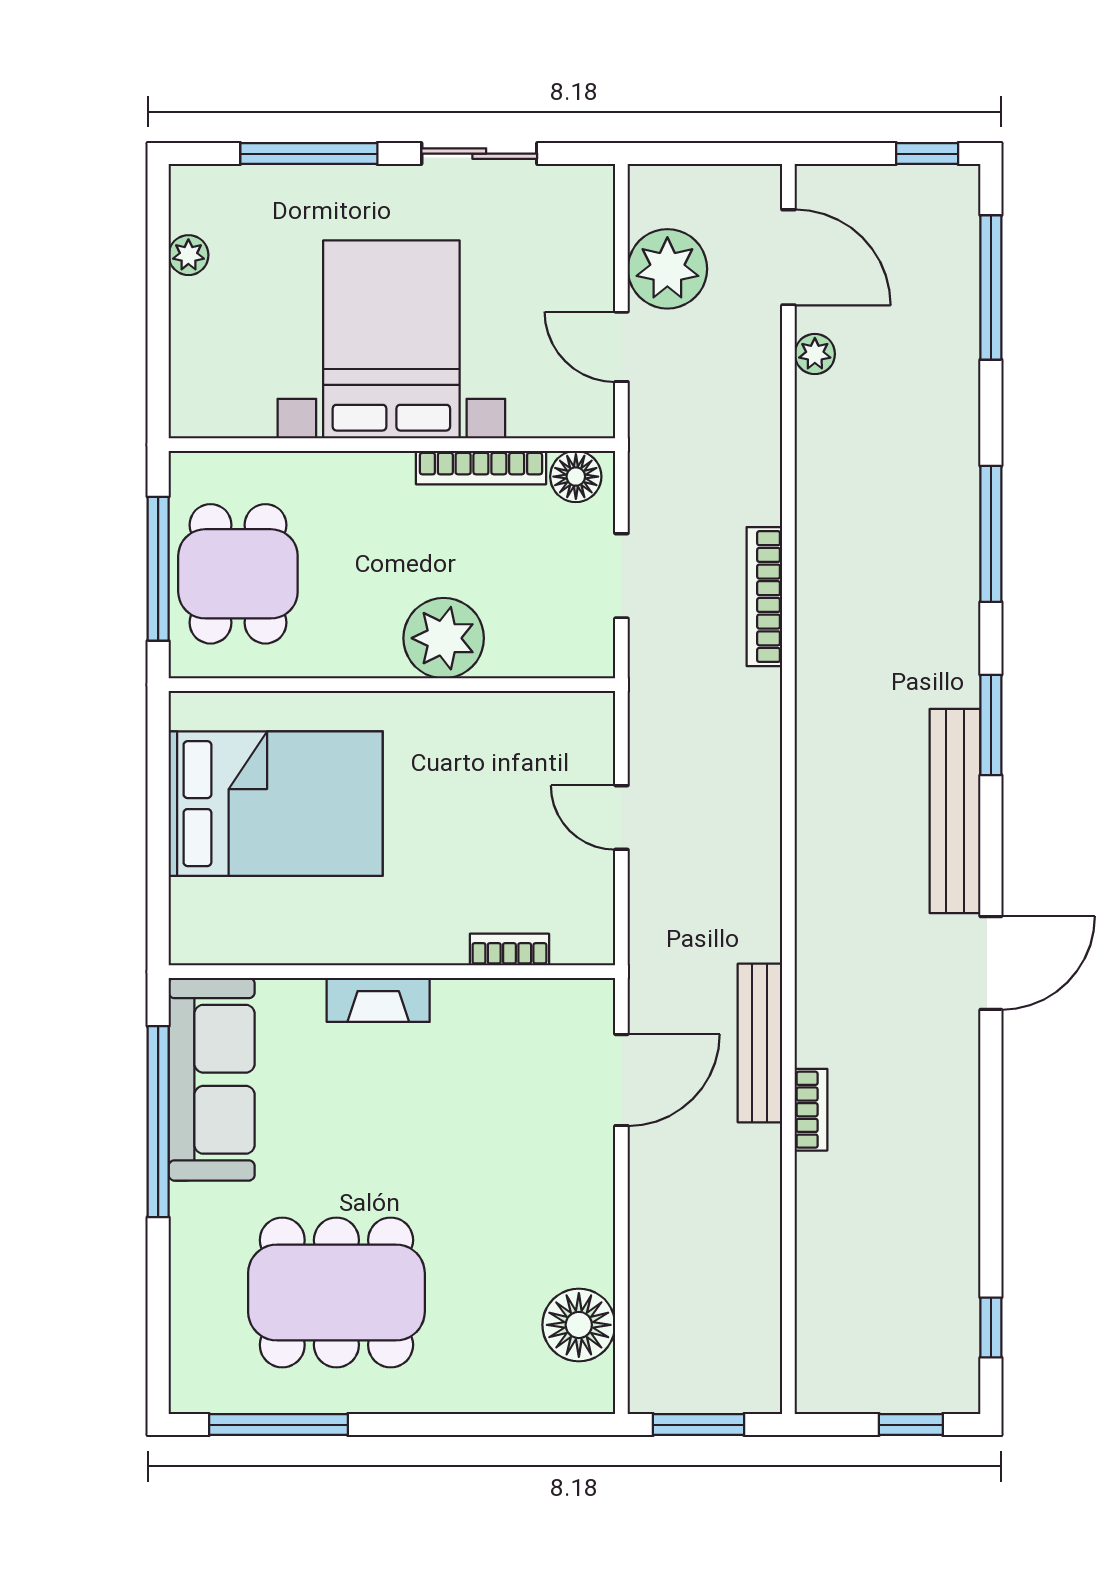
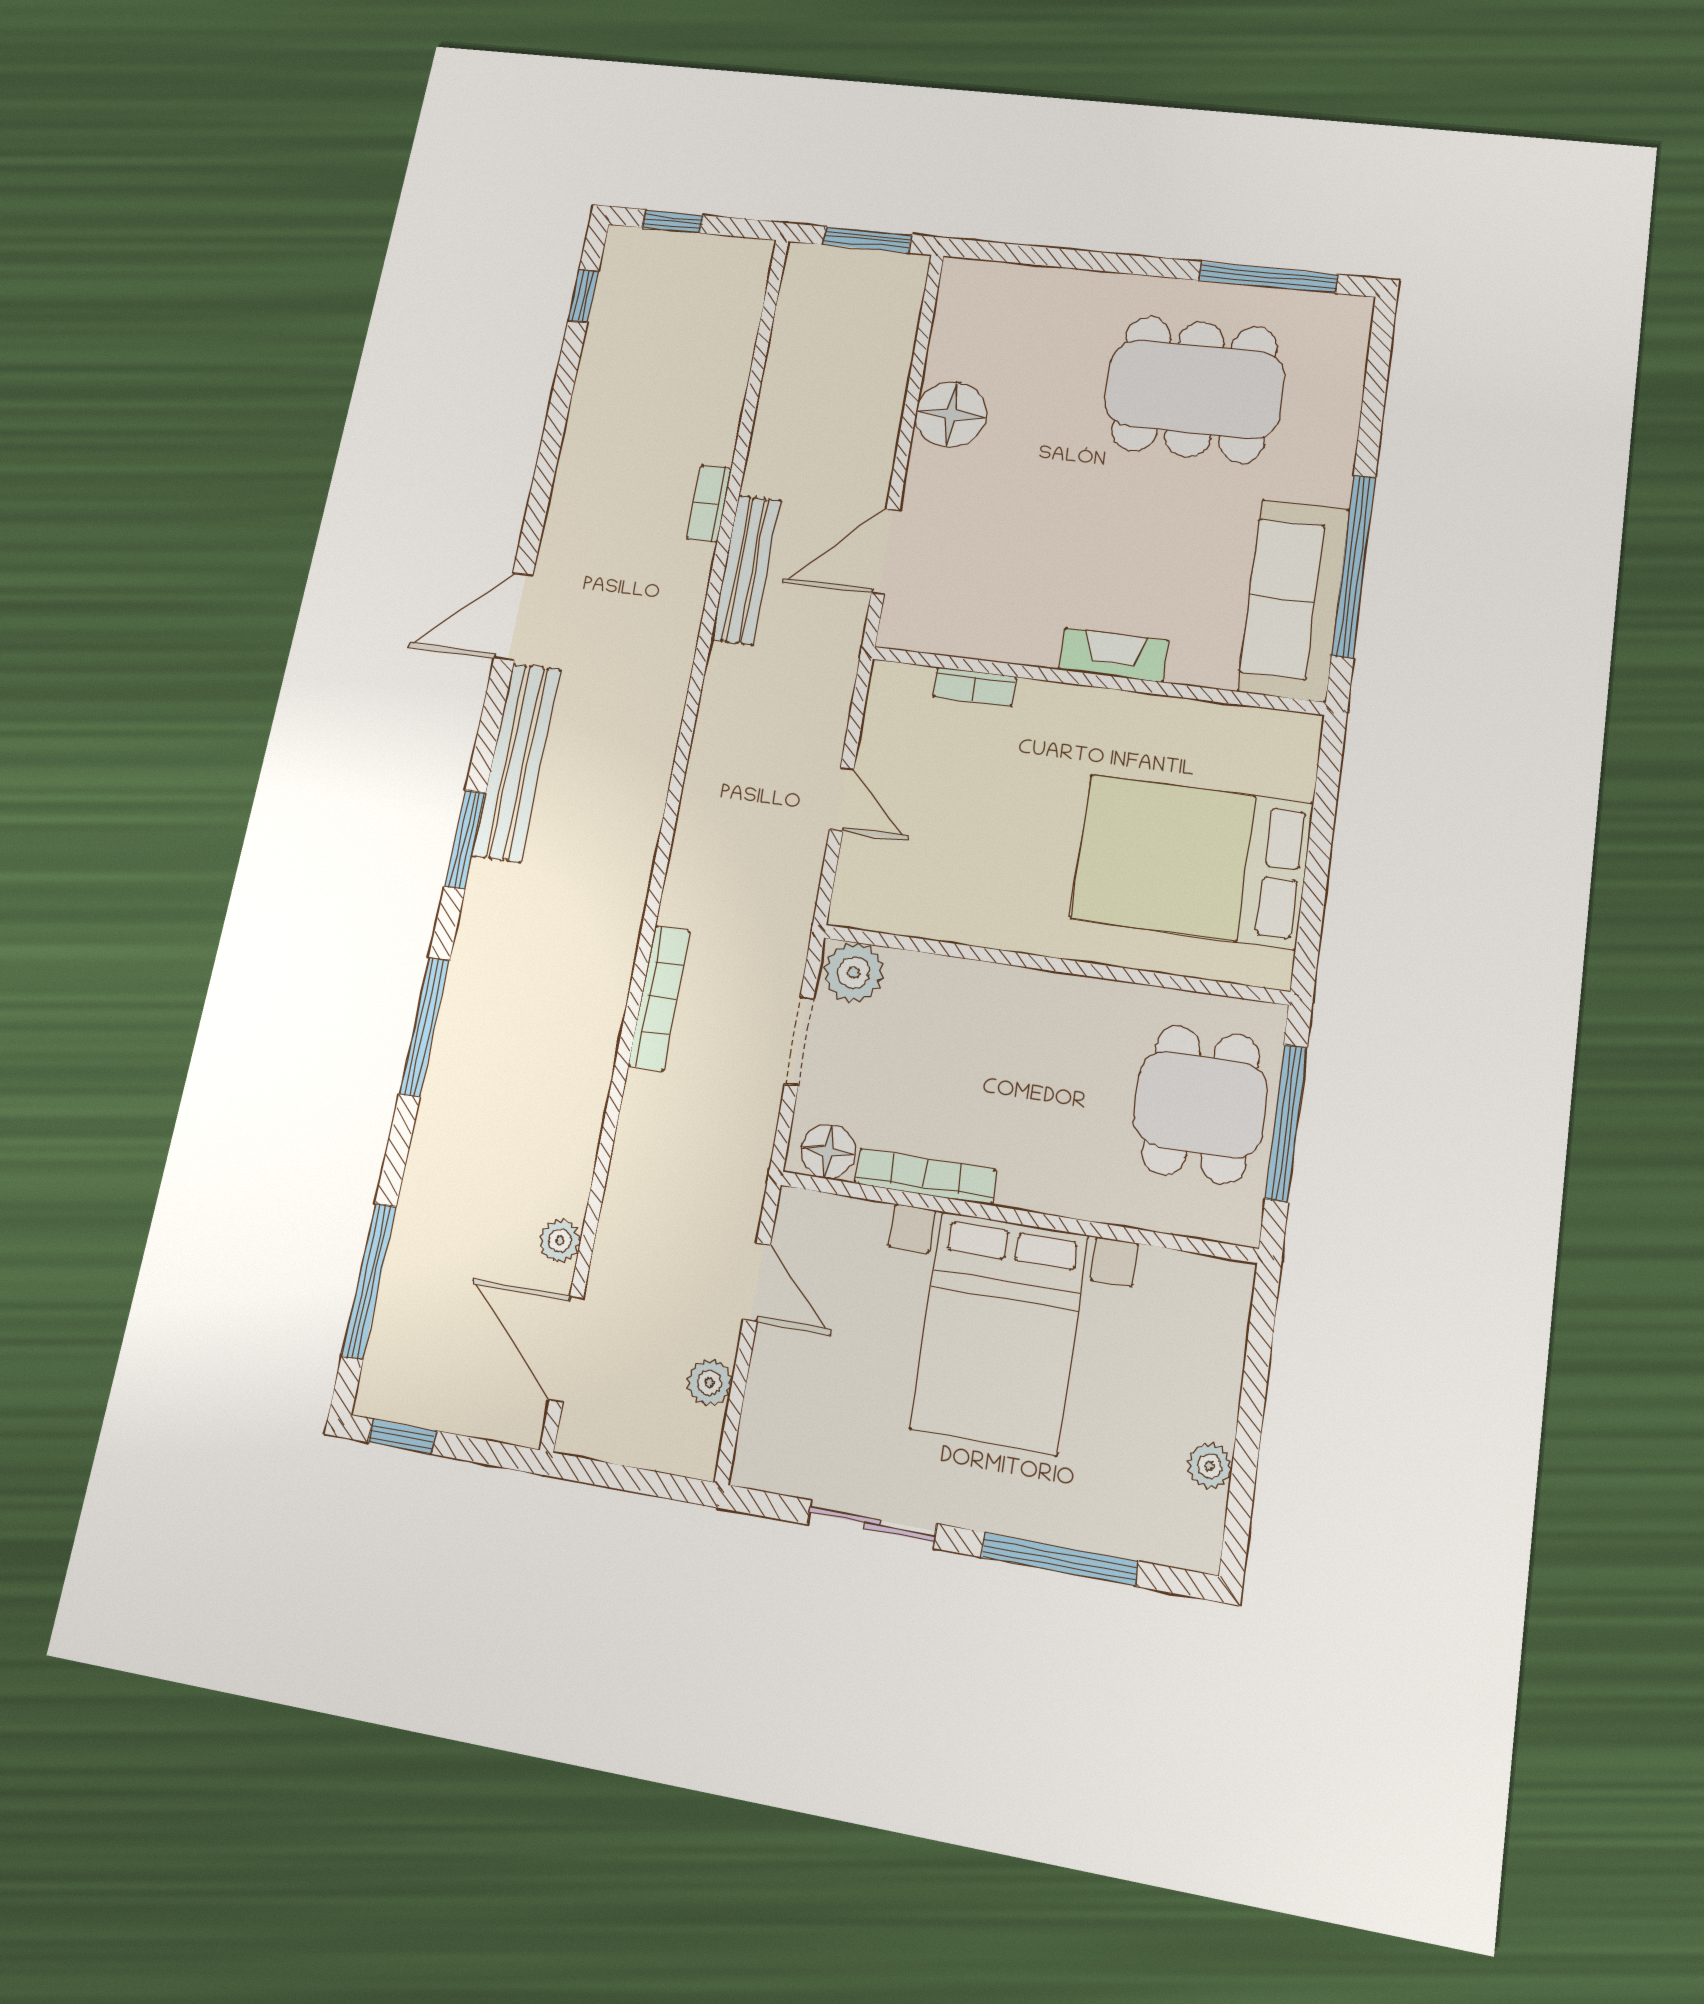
plant: (667, 269) -> (709, 1382), width x0.53, depth x0.53
plant: (444, 638) -> (854, 973), moved, width x0.73, depth x0.73
floor lamp: (579, 1325) -> (951, 414), moved

